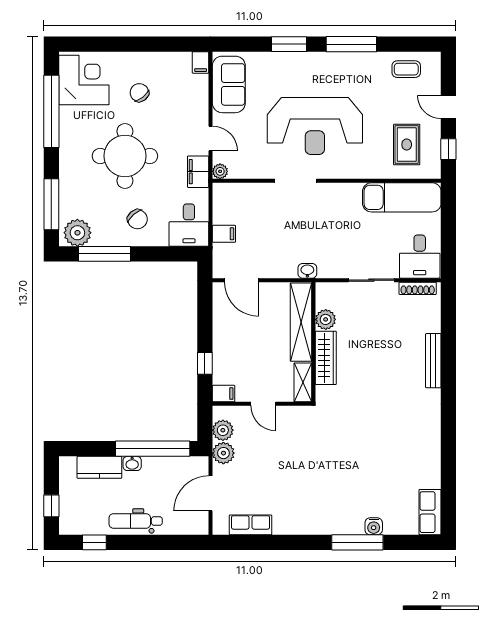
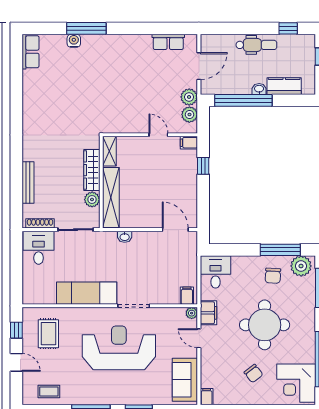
exam couch: (402, 197) -> (87, 293), moved
chair: (137, 219) -> (273, 276), moved, turned -136
filing cabinet: (224, 234) -> (187, 296), moved, turned 90
plant: (326, 319) -> (92, 199), moved
shelving: (301, 322) -> (111, 197), moved
wall: (314, 342) -> (101, 182), moved
wardrobe: (326, 358) -> (92, 170), moved
bench: (433, 361) -> (28, 182), moved
shelving: (303, 382) -> (109, 151), moved

